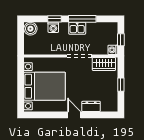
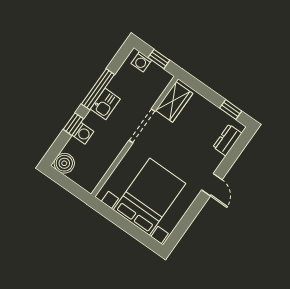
washing machine: (113, 50) -> (141, 62), moved
window: (121, 85) -> (231, 110), moved
dresser: (91, 106) -> (227, 140), moved
door: (74, 115) -> (212, 185), swing flipped

